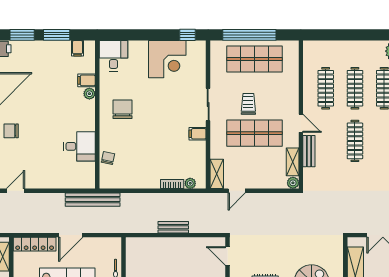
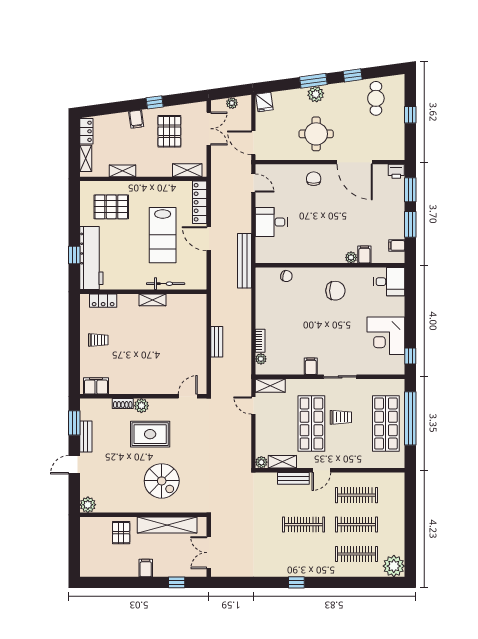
desk: (79, 146) -> (271, 222), moved, turned 90

